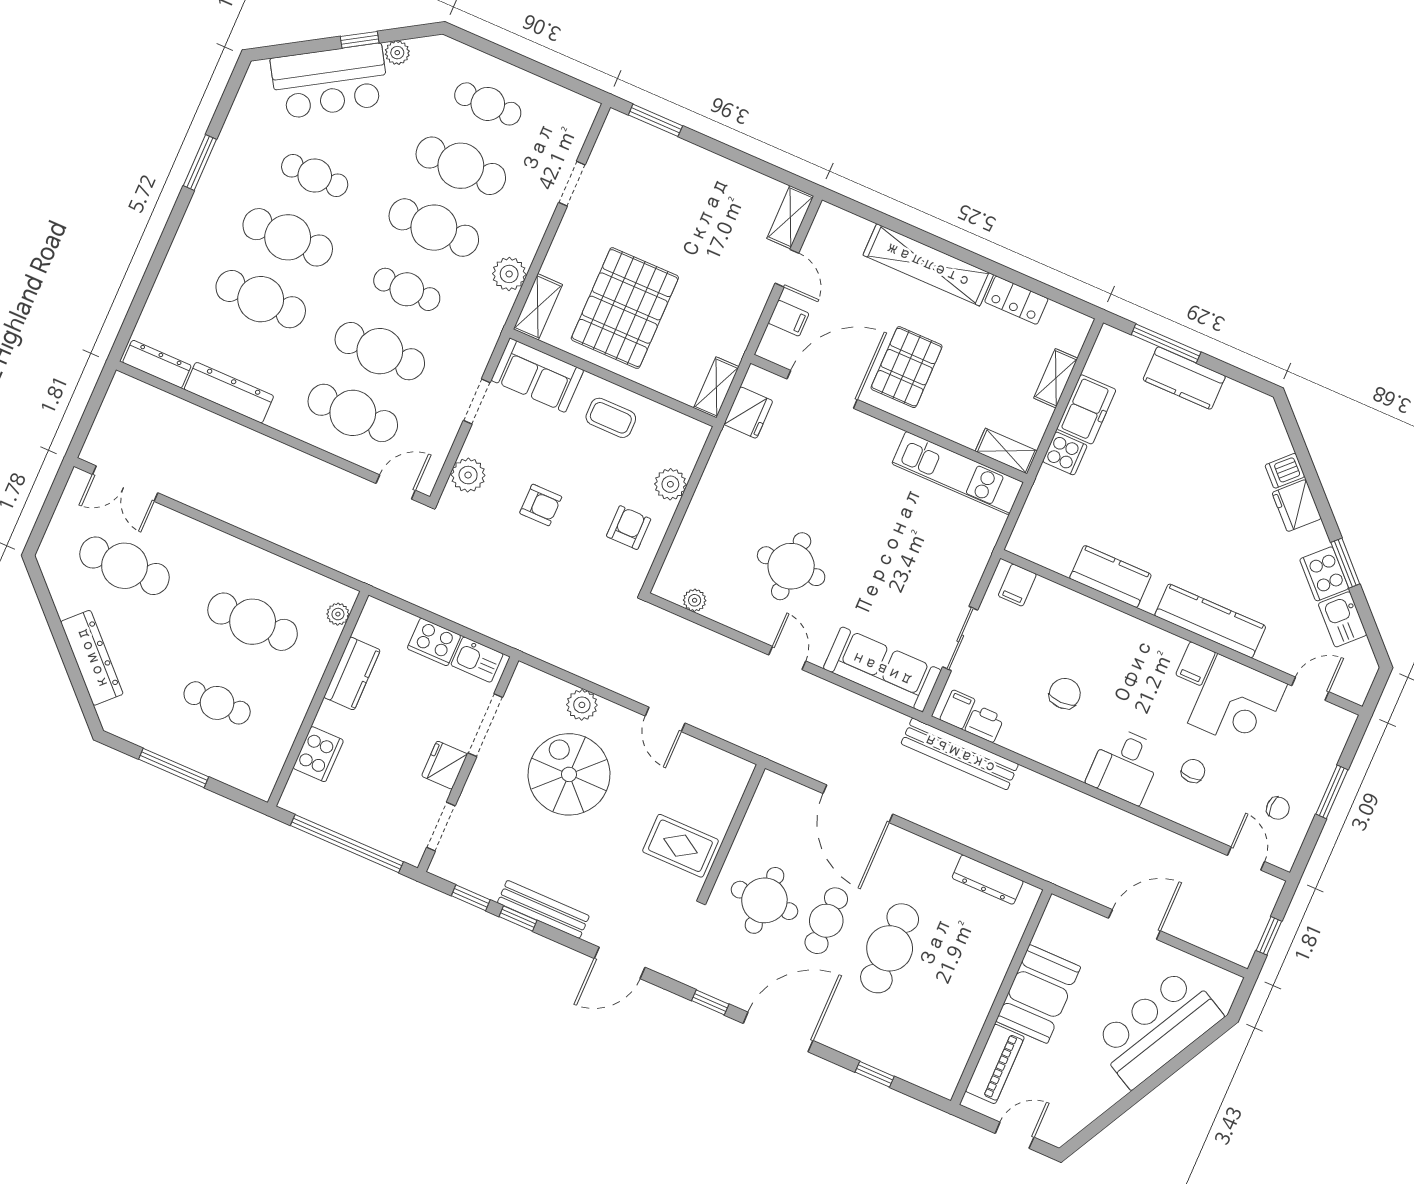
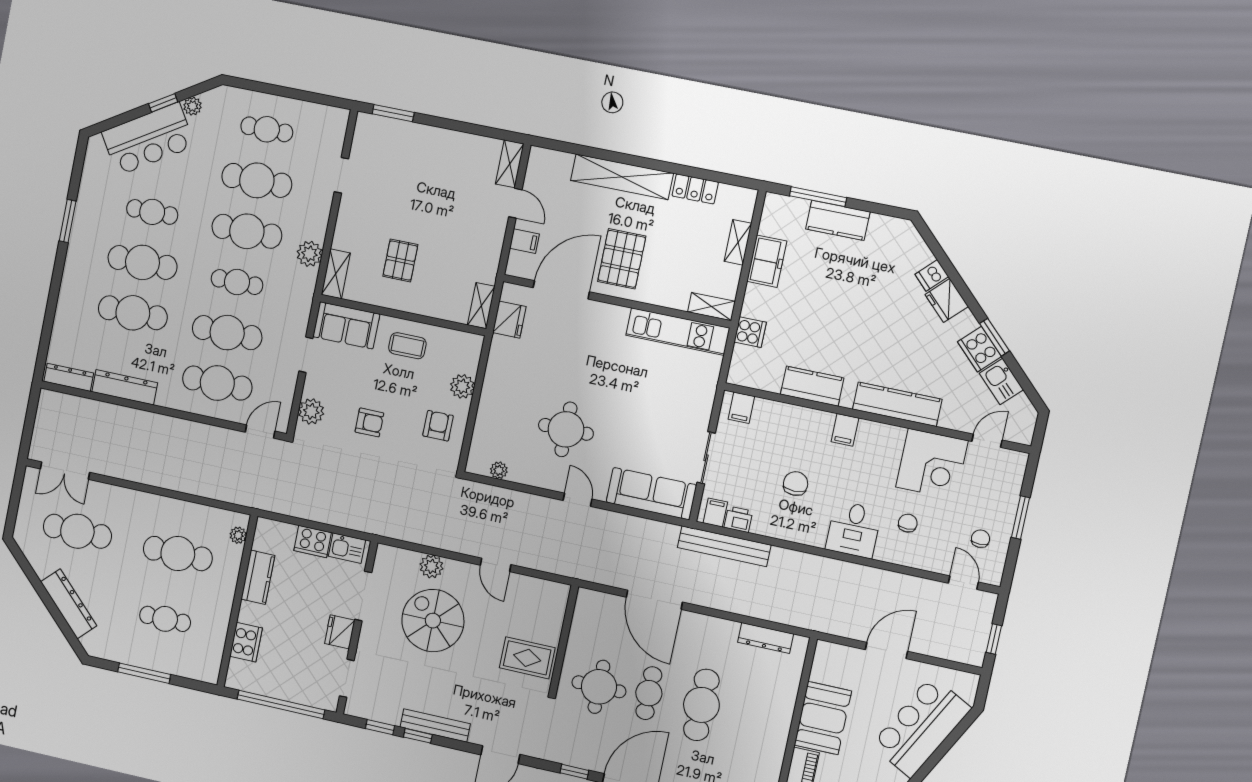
pallet: (625, 308) -> (400, 260), width x0.49, depth x0.50
cooker: (1065, 453) -> (750, 332), moved
filing cabinet: (1196, 664) -> (845, 430), moved
chair: (1278, 808) -> (980, 539), turned -91

